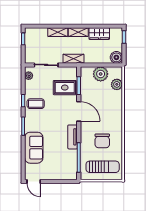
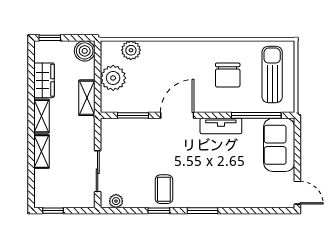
shelving: (73, 59) -> (87, 98), moved
rug: (65, 88) -> (136, 139), removed
chair: (102, 141) -> (228, 75), turned 90
sofa: (34, 148) -> (279, 145), moved, turned -90
door: (34, 181) -> (297, 193), hinge flipped

